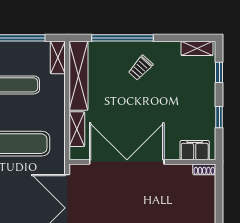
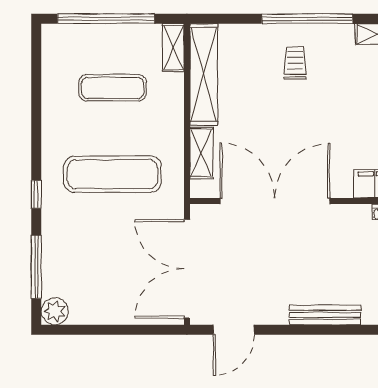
window: (122, 38) -> (307, 19), moved
trolley: (140, 68) -> (295, 63), turned 138

